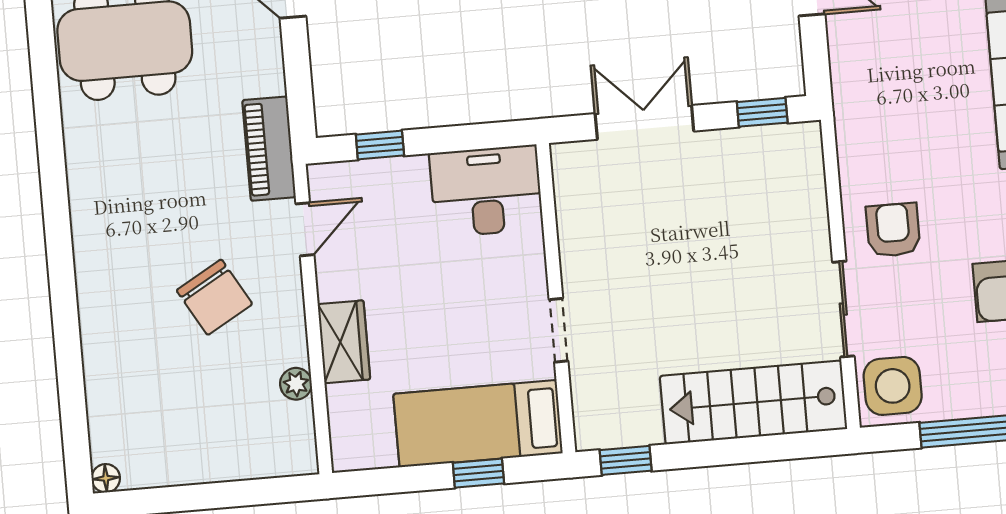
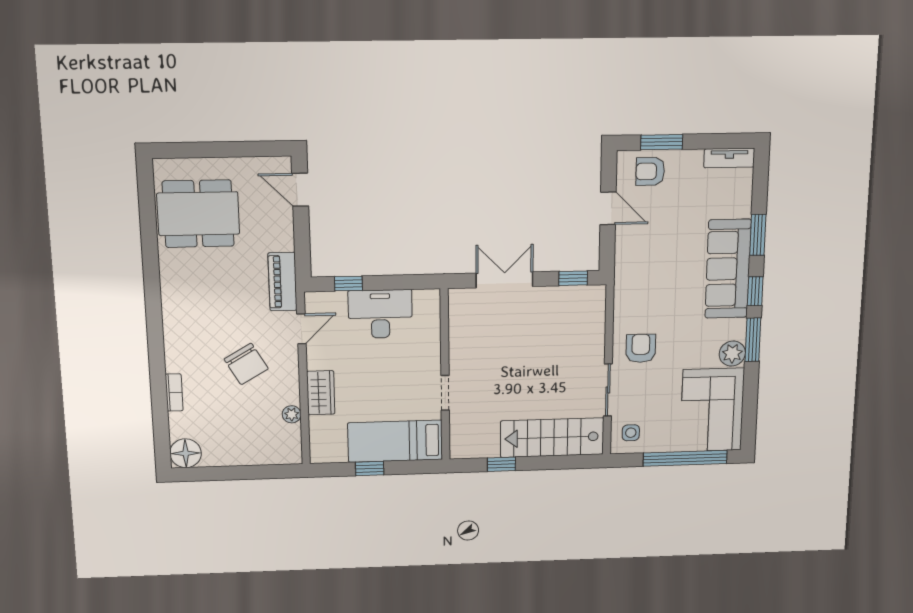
desk: (486, 191) -> (380, 314), moved
bookcase: (94, 355) -> (174, 392), added
side table: (893, 386) -> (631, 433), width x0.54, depth x0.54
window: (626, 460) -> (501, 464), moved
window: (478, 473) -> (370, 469), moved
floor lamp: (106, 478) -> (186, 453), width x1.89, depth x1.89

